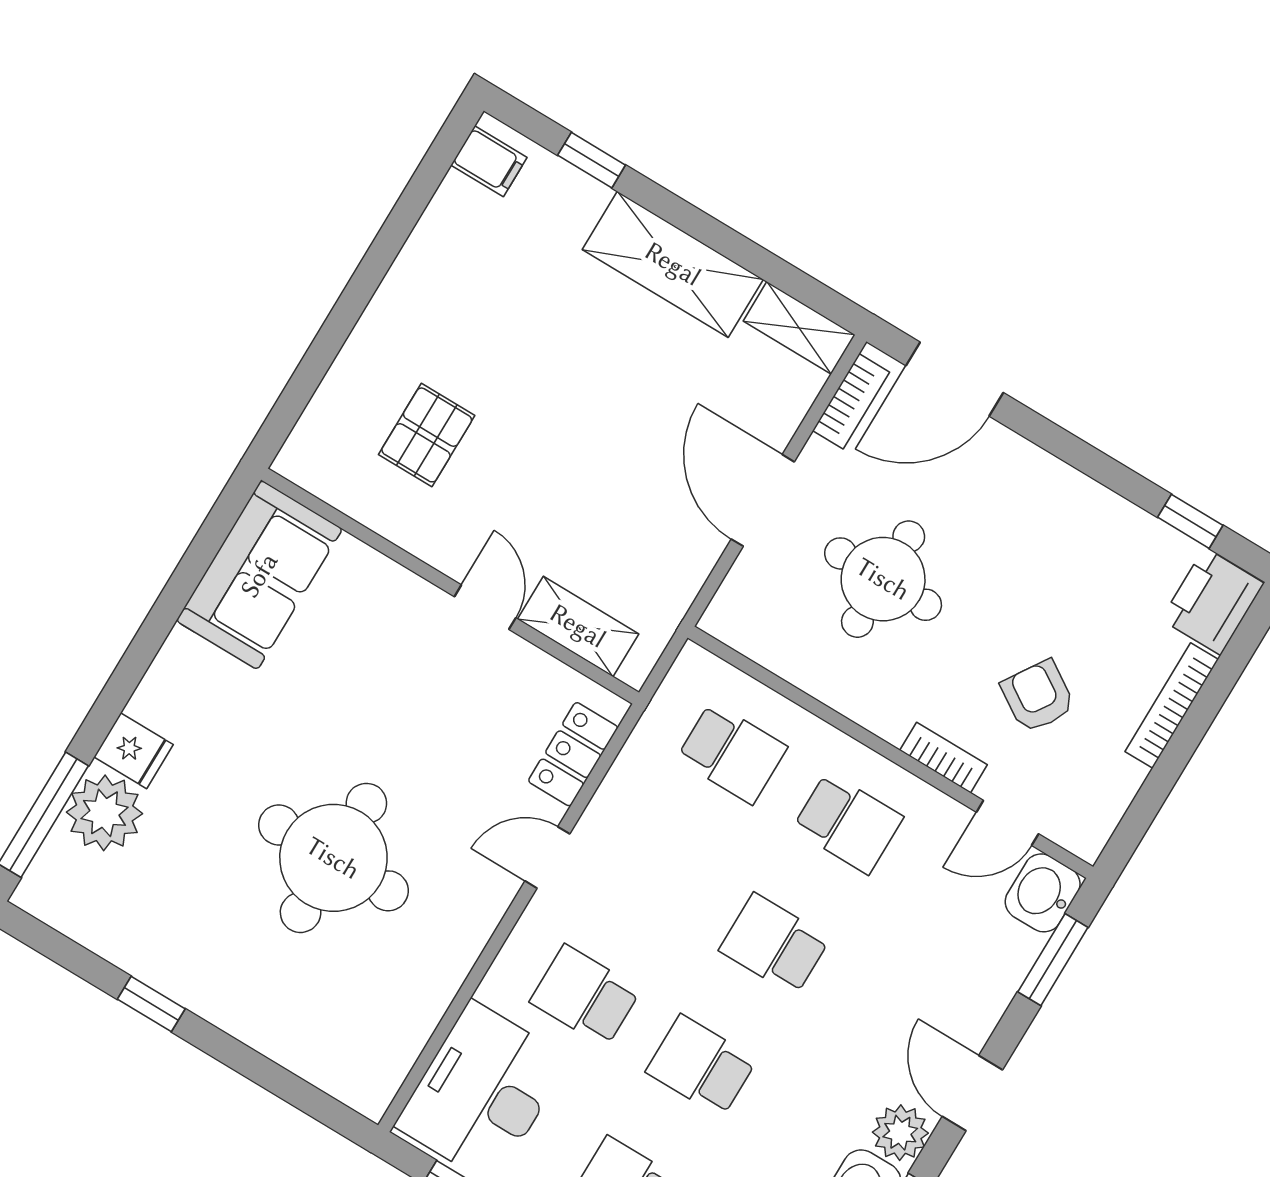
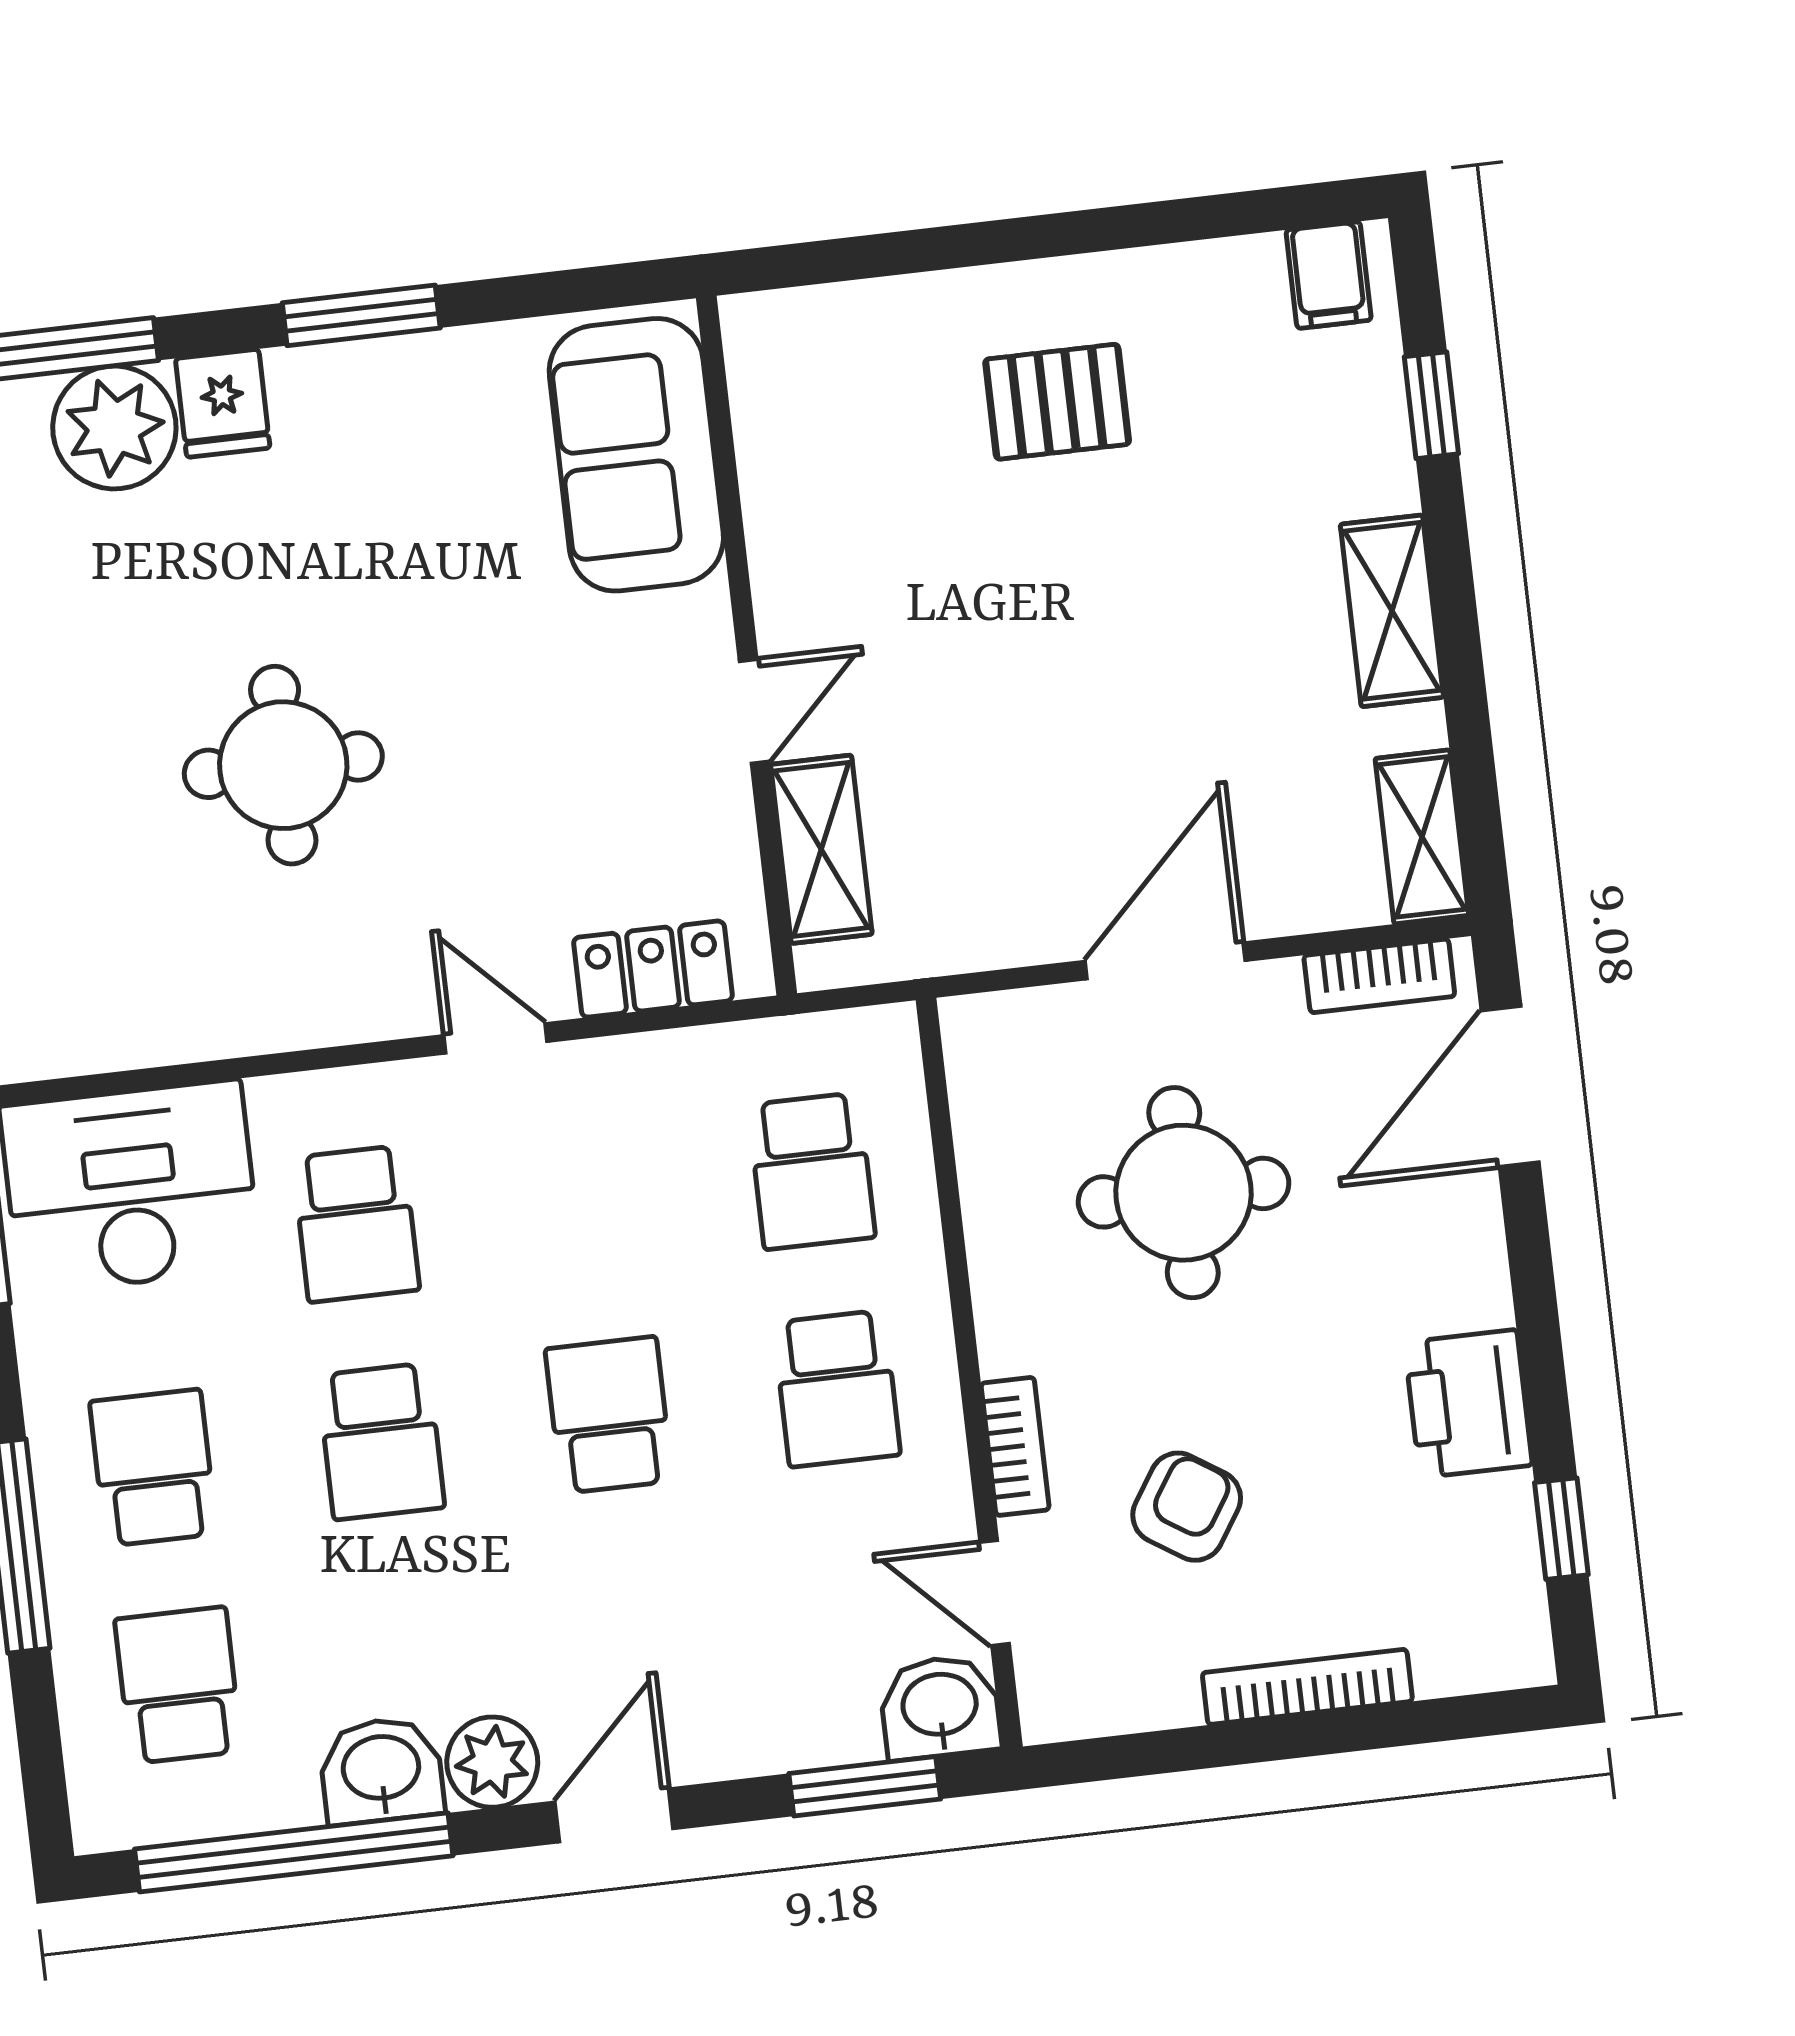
shelving: (673, 264) -> (1392, 611), width x0.67, depth x0.75
door: (955, 379) -> (1510, 1086), hinge flipped
pallet: (427, 435) -> (1057, 402), moved
sofa: (259, 575) -> (636, 455), moved, turned 90
printer: (1213, 601) -> (1468, 1404), moved, turned -90
window: (143, 650) -> (361, 315), added
round table: (333, 858) -> (283, 765), width x0.73, depth x0.73
school desk: (585, 996) -> (356, 1224), turned 180
school desk: (701, 1066) -> (381, 1441), turned 180

